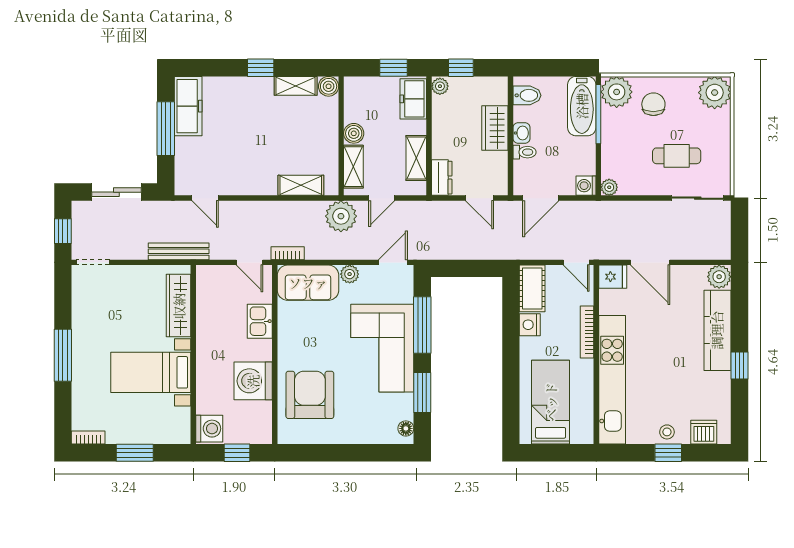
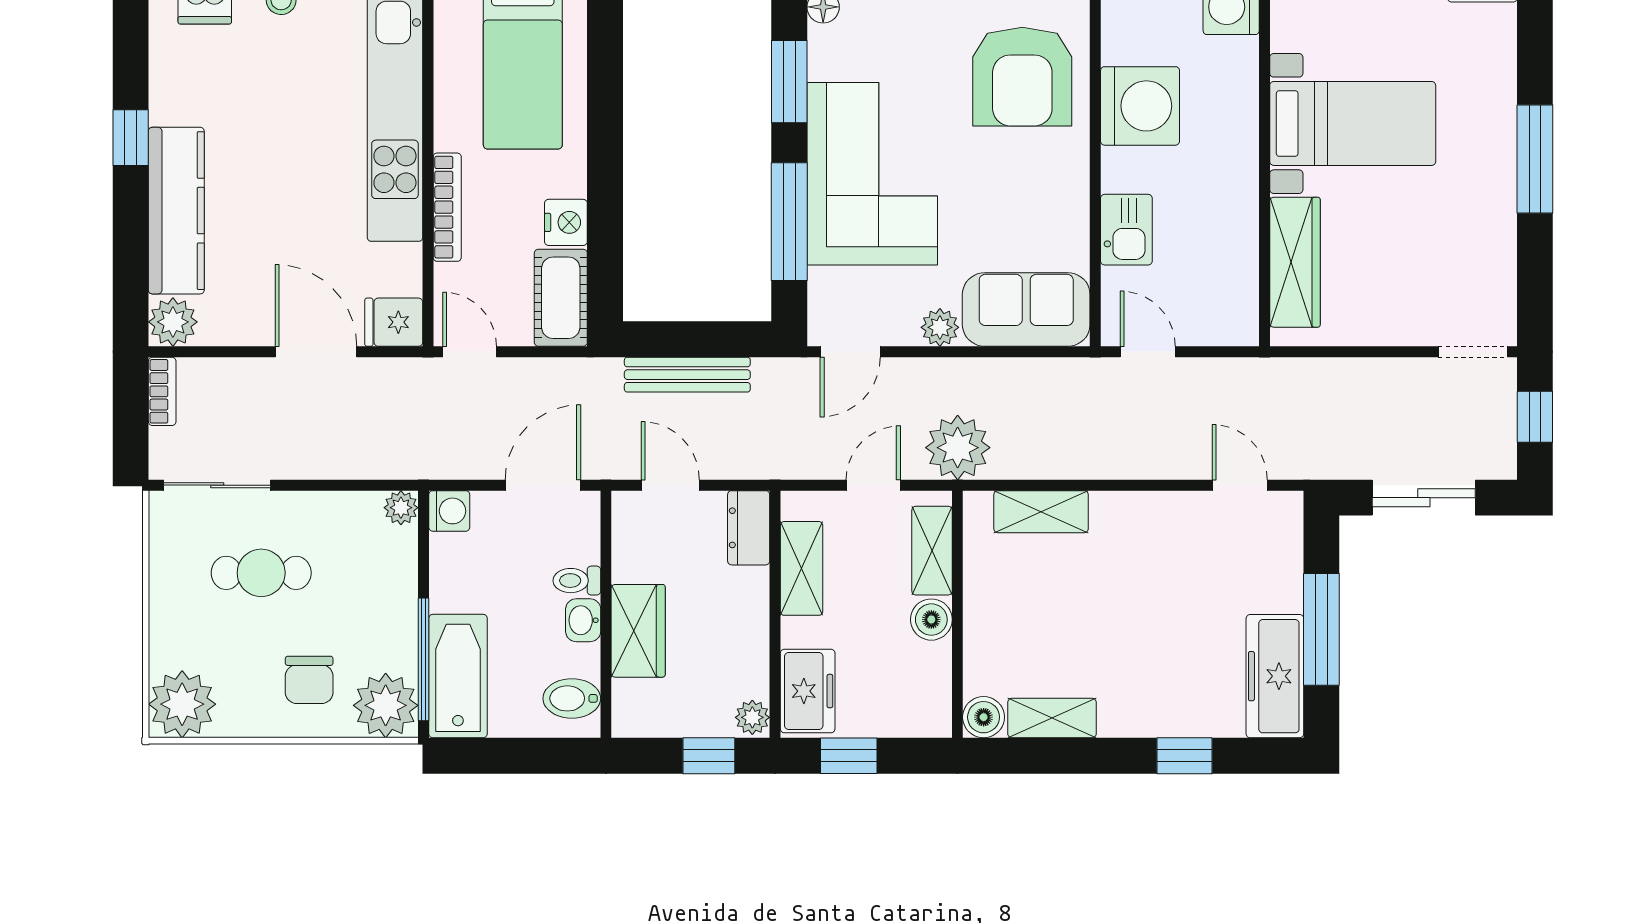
window: (261, 68) -> (1185, 756), moved
bench: (179, 251) -> (687, 375), moved
bookcase: (288, 253) -> (162, 391), moved, turned -90

